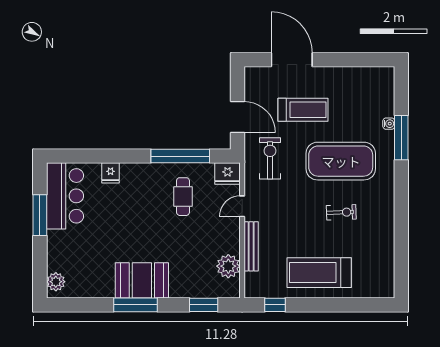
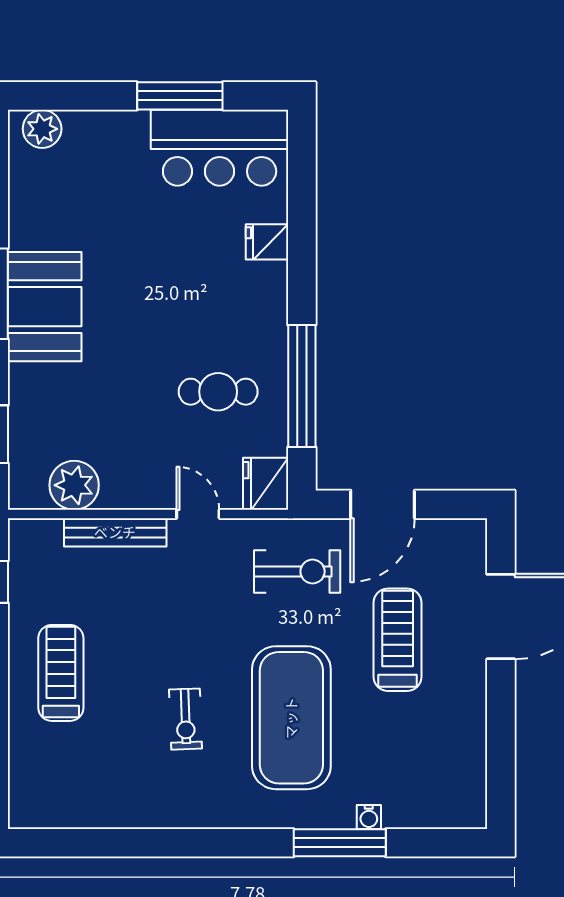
treadmill: (303, 110) -> (398, 640), turned 180
treadmill: (319, 273) -> (61, 673), width x0.73, depth x0.73

